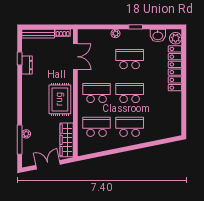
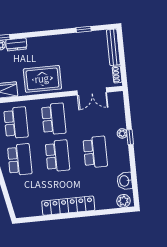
window: (136, 27) -> (130, 137), moved
dresser: (27, 65) -> (16, 44), moved
locker: (175, 68) -> (68, 206), moved

